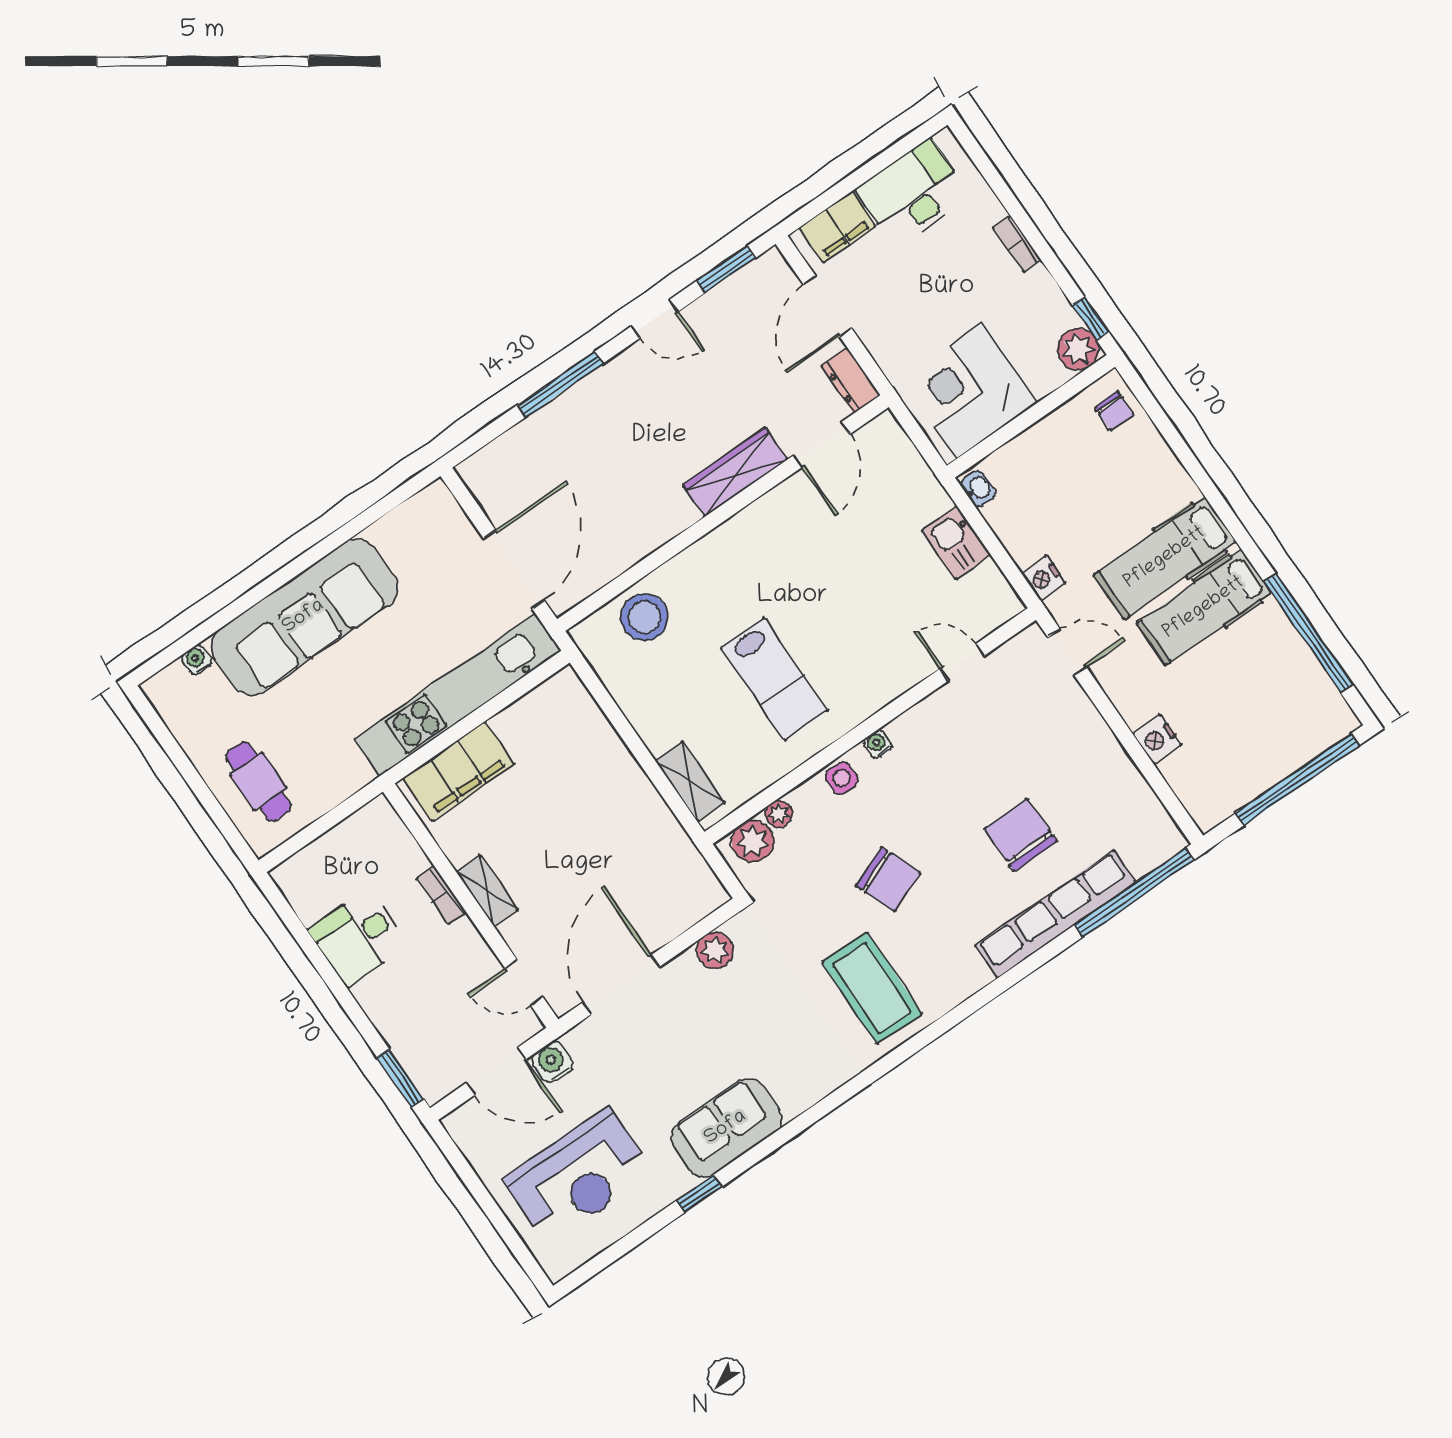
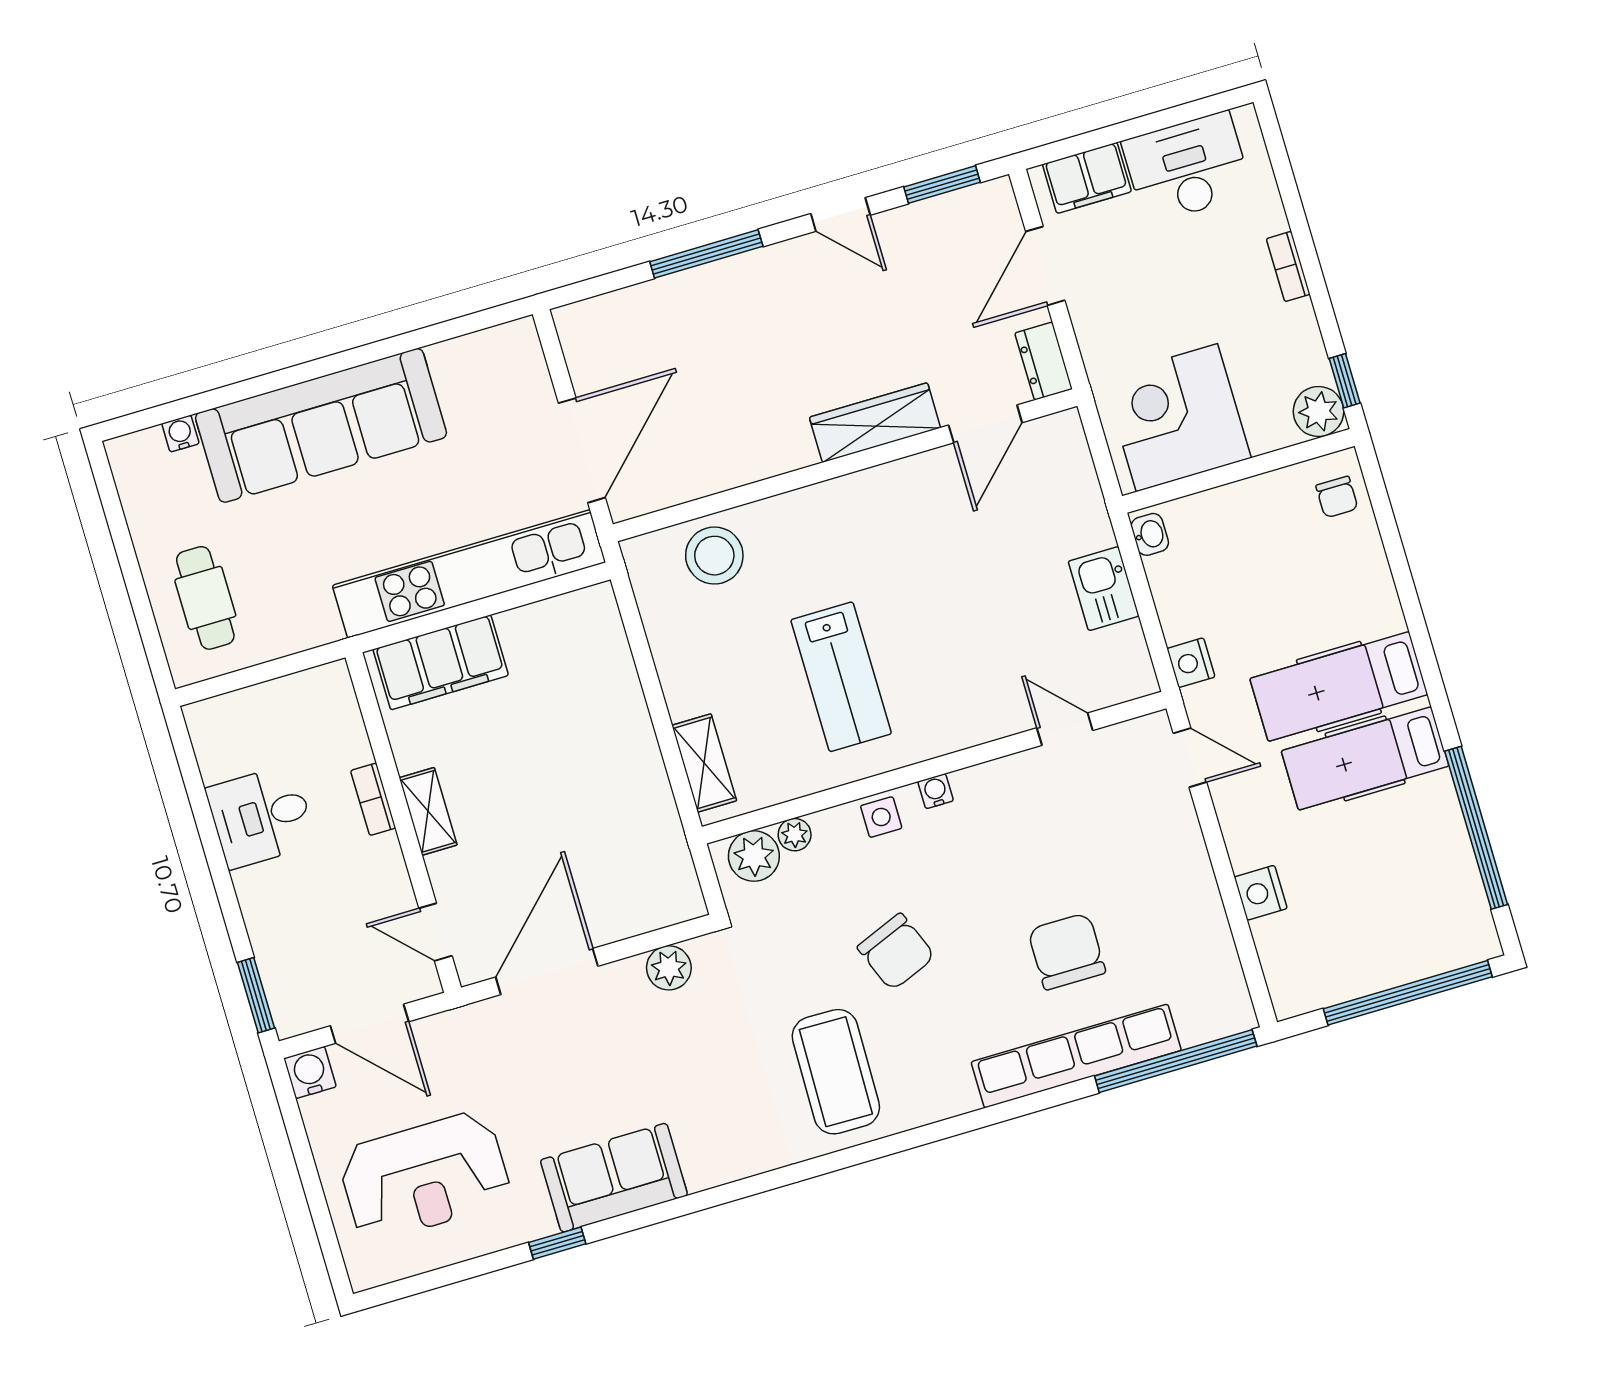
water cooler: (552, 1062) -> (310, 1073), moved

